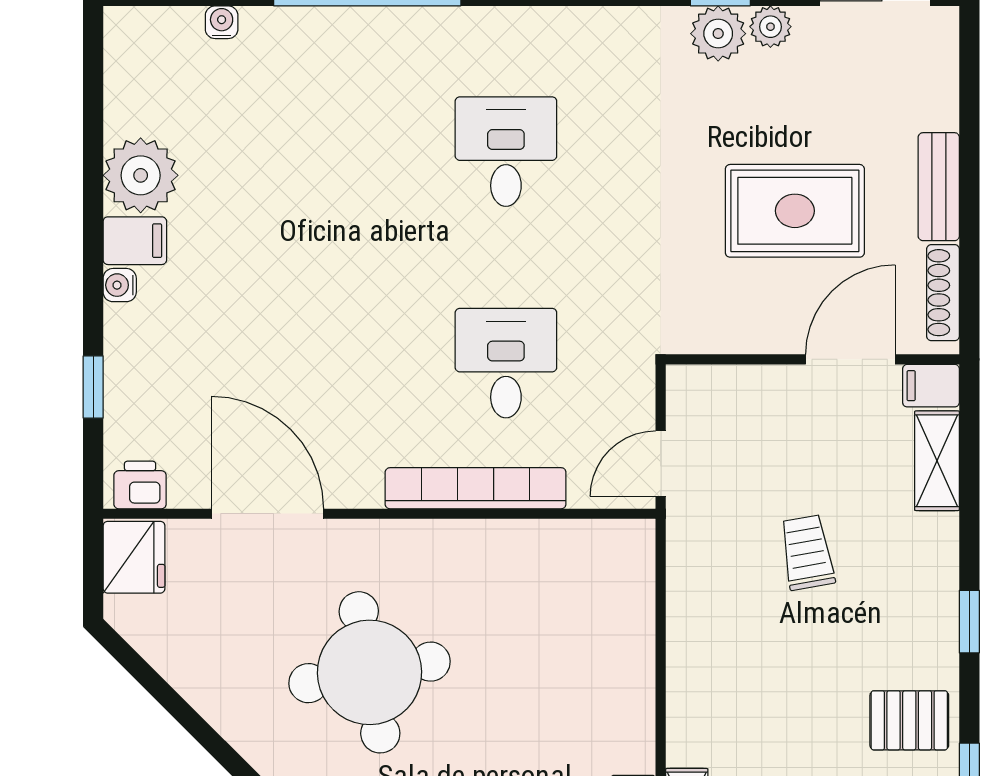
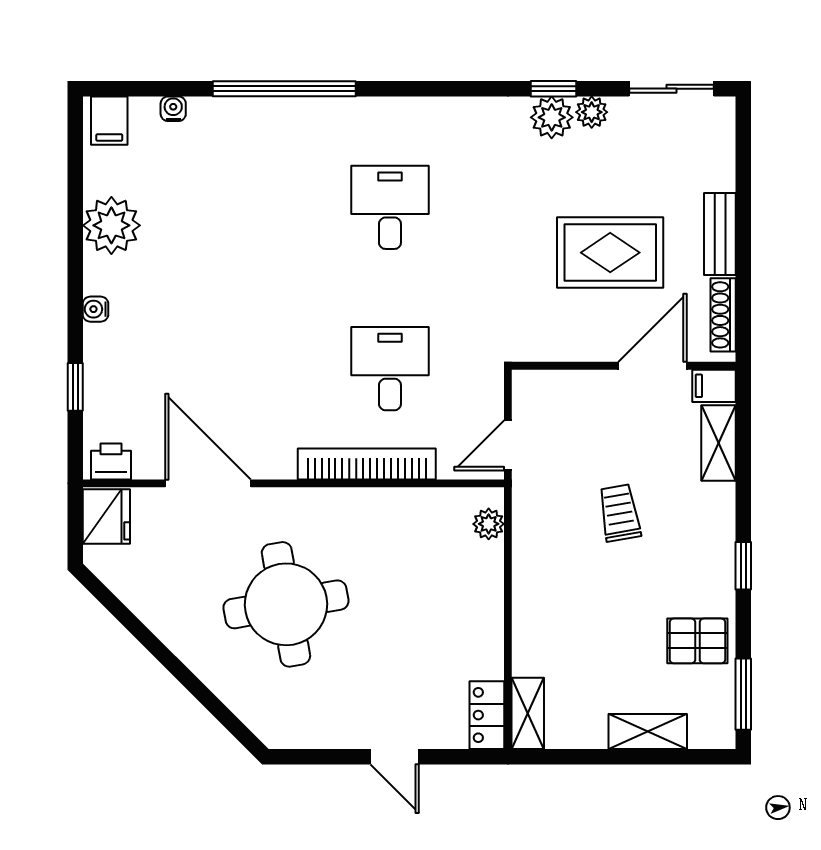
filing cabinet: (135, 241) -> (109, 121), moved, turned 90
plant: (635, 567) -> (489, 524), added

